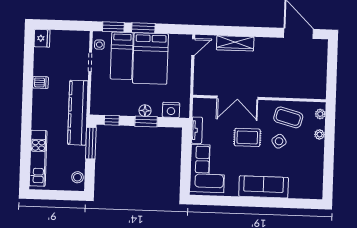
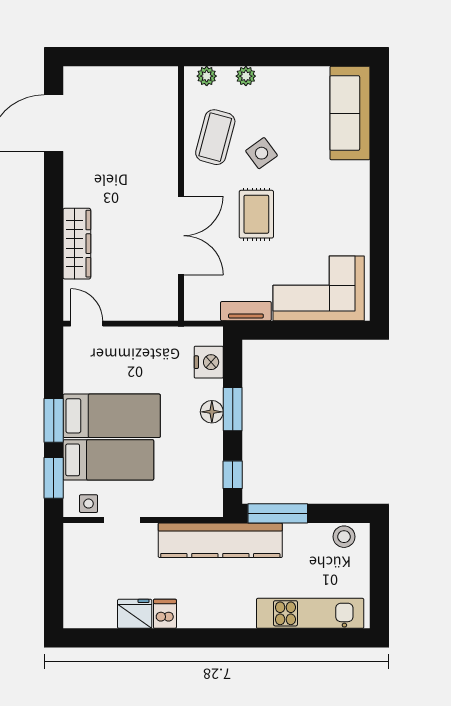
fridge: (42, 38) -> (135, 614), moved
bed: (150, 58) -> (112, 416), width x0.67
sofa: (264, 187) -> (350, 113), moved

